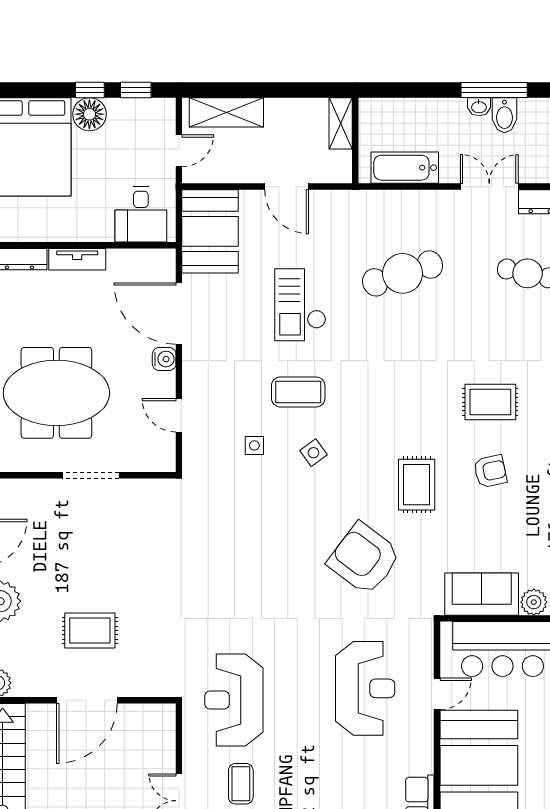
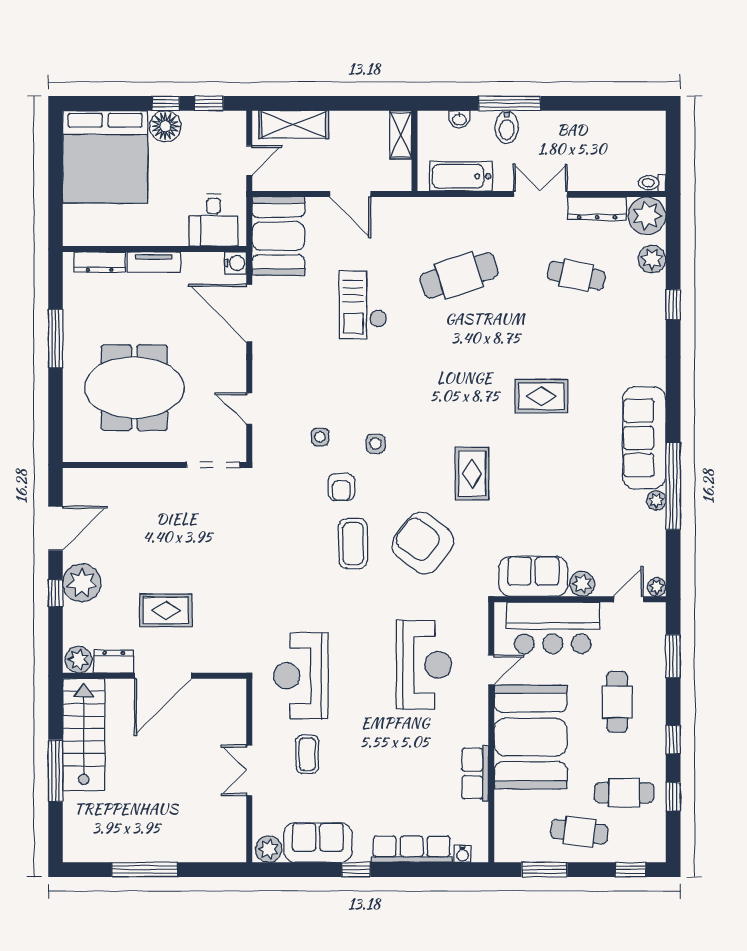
window: (494, 90) -> (509, 103), moved
washbasin: (479, 107) -> (459, 119), moved
bidet: (504, 115) -> (507, 127), moved
water cooler: (164, 359) -> (235, 263), moved
coffee table: (298, 392) -> (353, 544), moved, turned 90
side table: (314, 453) -> (375, 444), turned 36
armchair: (490, 471) -> (341, 487), moved, turned 102
doorway: (91, 475) -> (213, 465), moved
dresser: (35, 685) -> (114, 662), added

